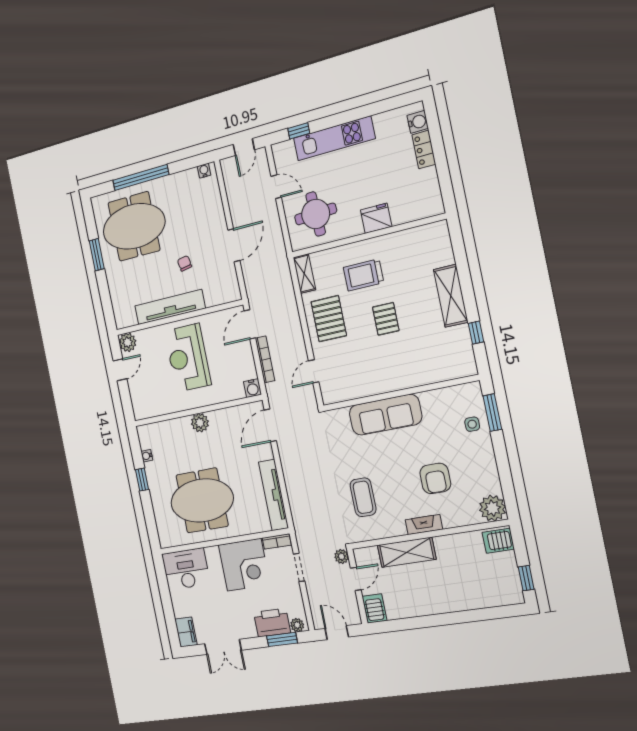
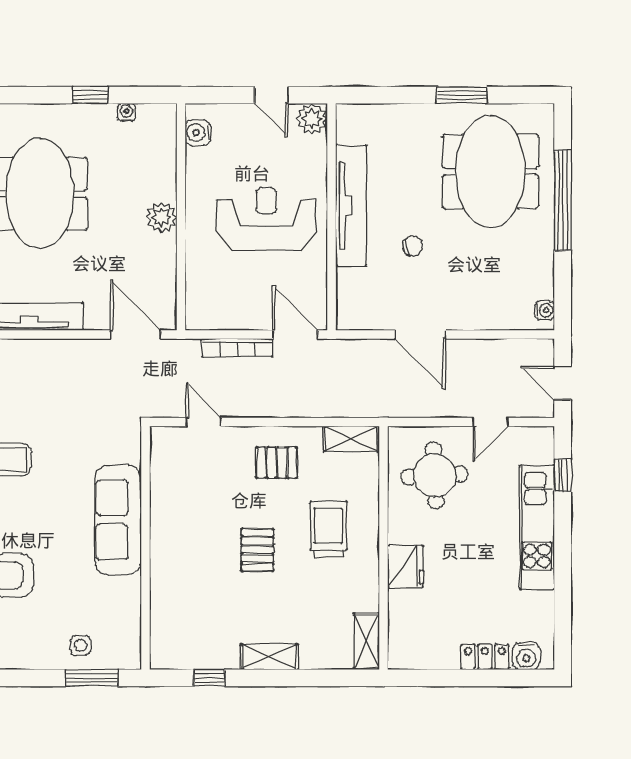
shelving: (430, 232) -> (367, 641), added
shelving: (451, 296) -> (269, 657), width x0.67, depth x0.75
pallet: (329, 319) -> (277, 463), width x0.67, depth x0.71
pallet: (386, 319) -> (257, 550), turned 90
water cooler: (252, 388) -> (198, 133), moved

